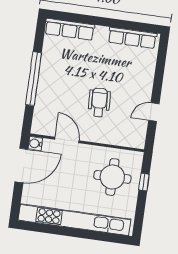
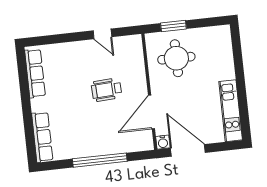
door: (67, 140) -> (151, 112), width x1.36
window: (144, 182) -> (173, 26), width x1.50
kitchen unit: (74, 220) -> (231, 111), width x0.54

